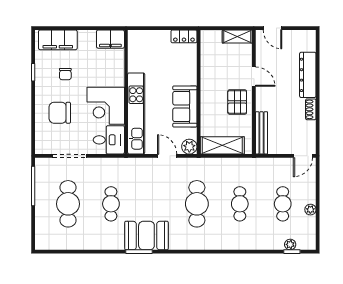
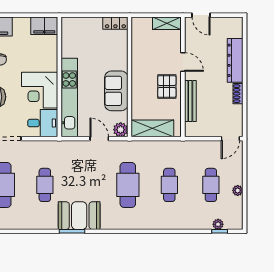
bench: (261, 133) -> (190, 101), moved

